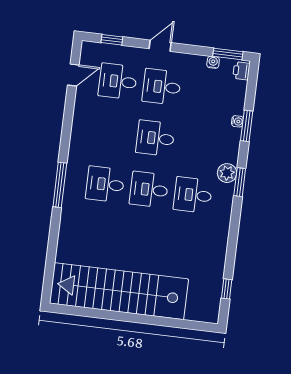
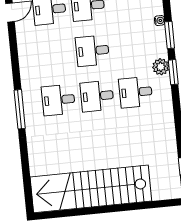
window: (247, 126) -> (170, 35), moved

